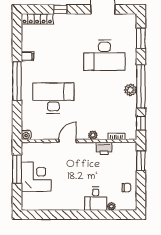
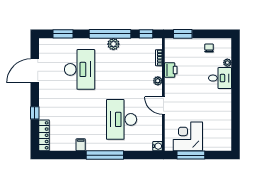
corner desk: (36, 177) -> (188, 136), moved

